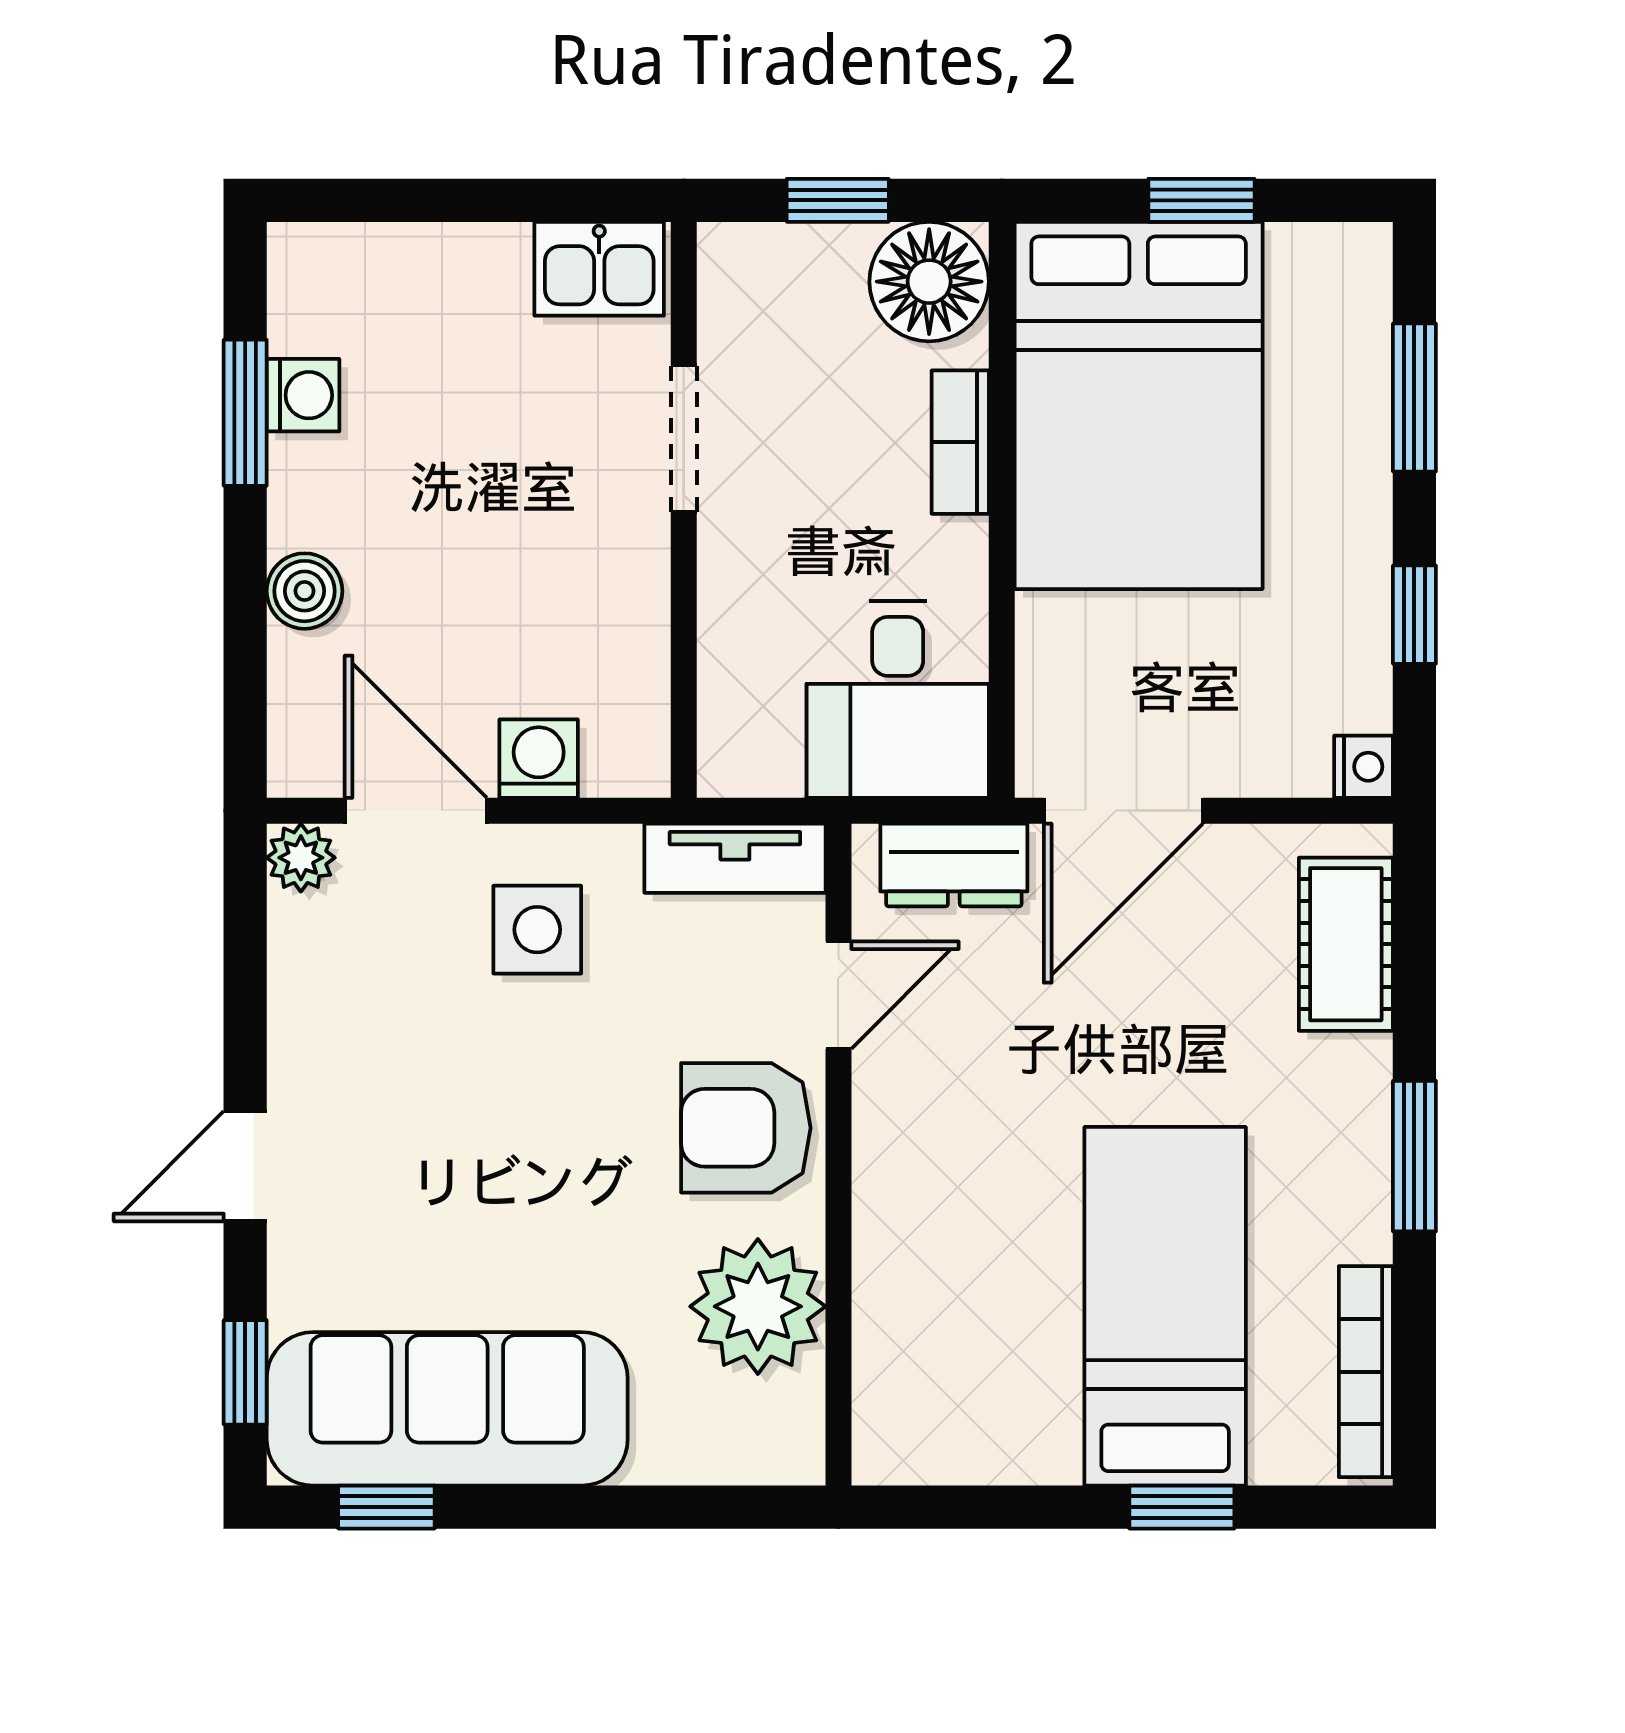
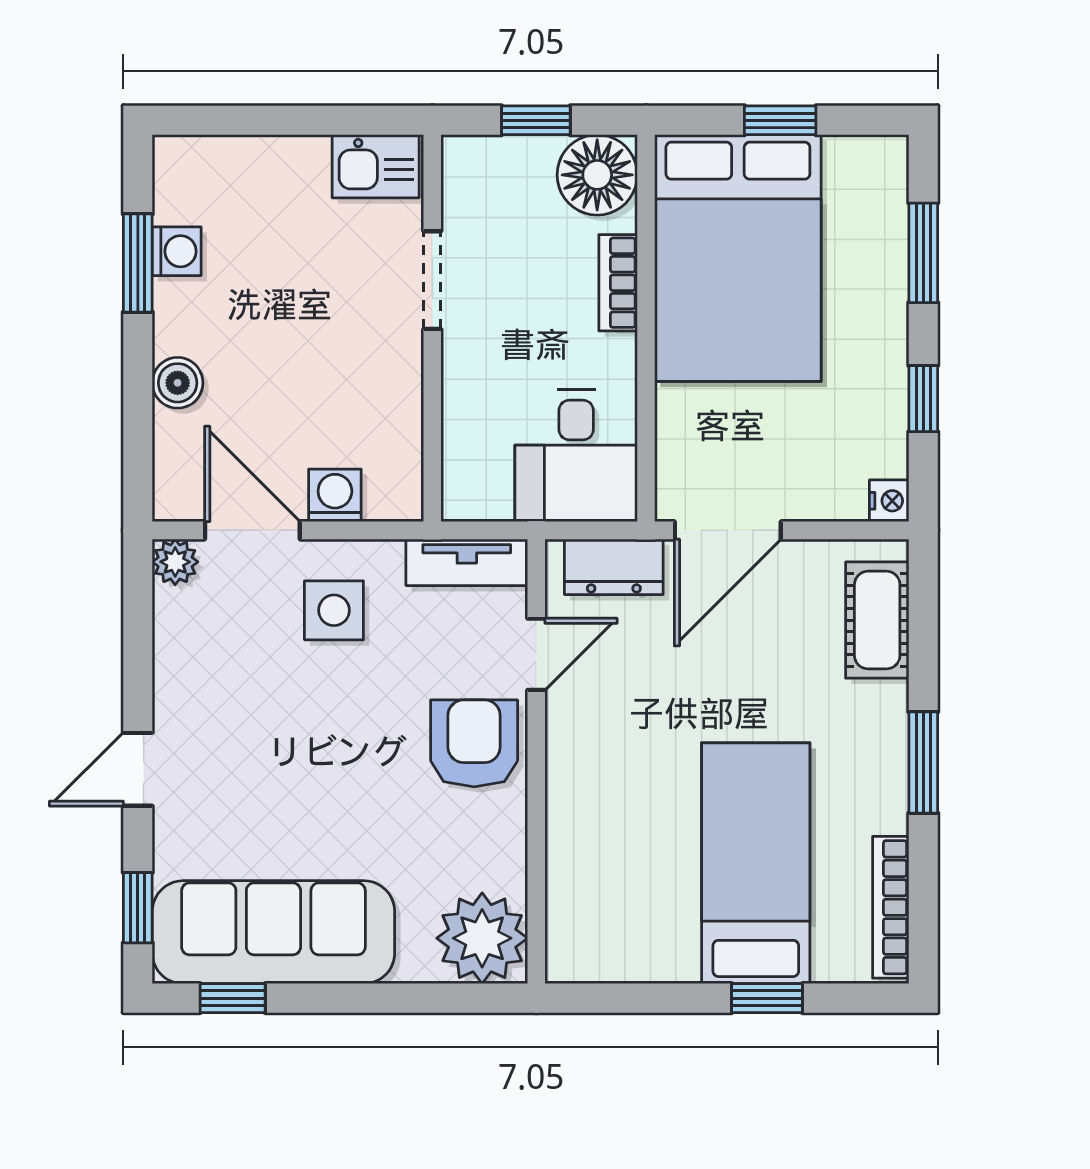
armchair: (746, 1128) -> (474, 743), turned 90
plant: (758, 1306) -> (482, 938), moved

